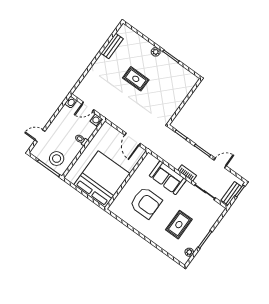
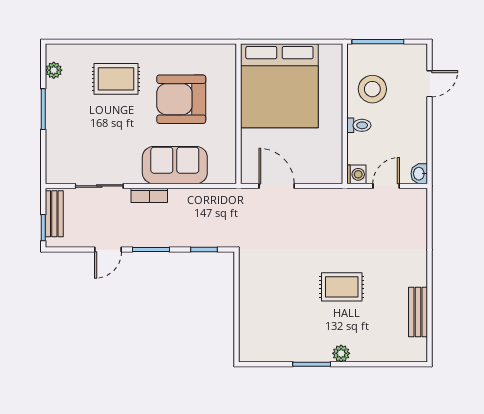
stool: (57, 159) -> (372, 89), moved
rug: (179, 225) -> (116, 79), moved, turned 90

